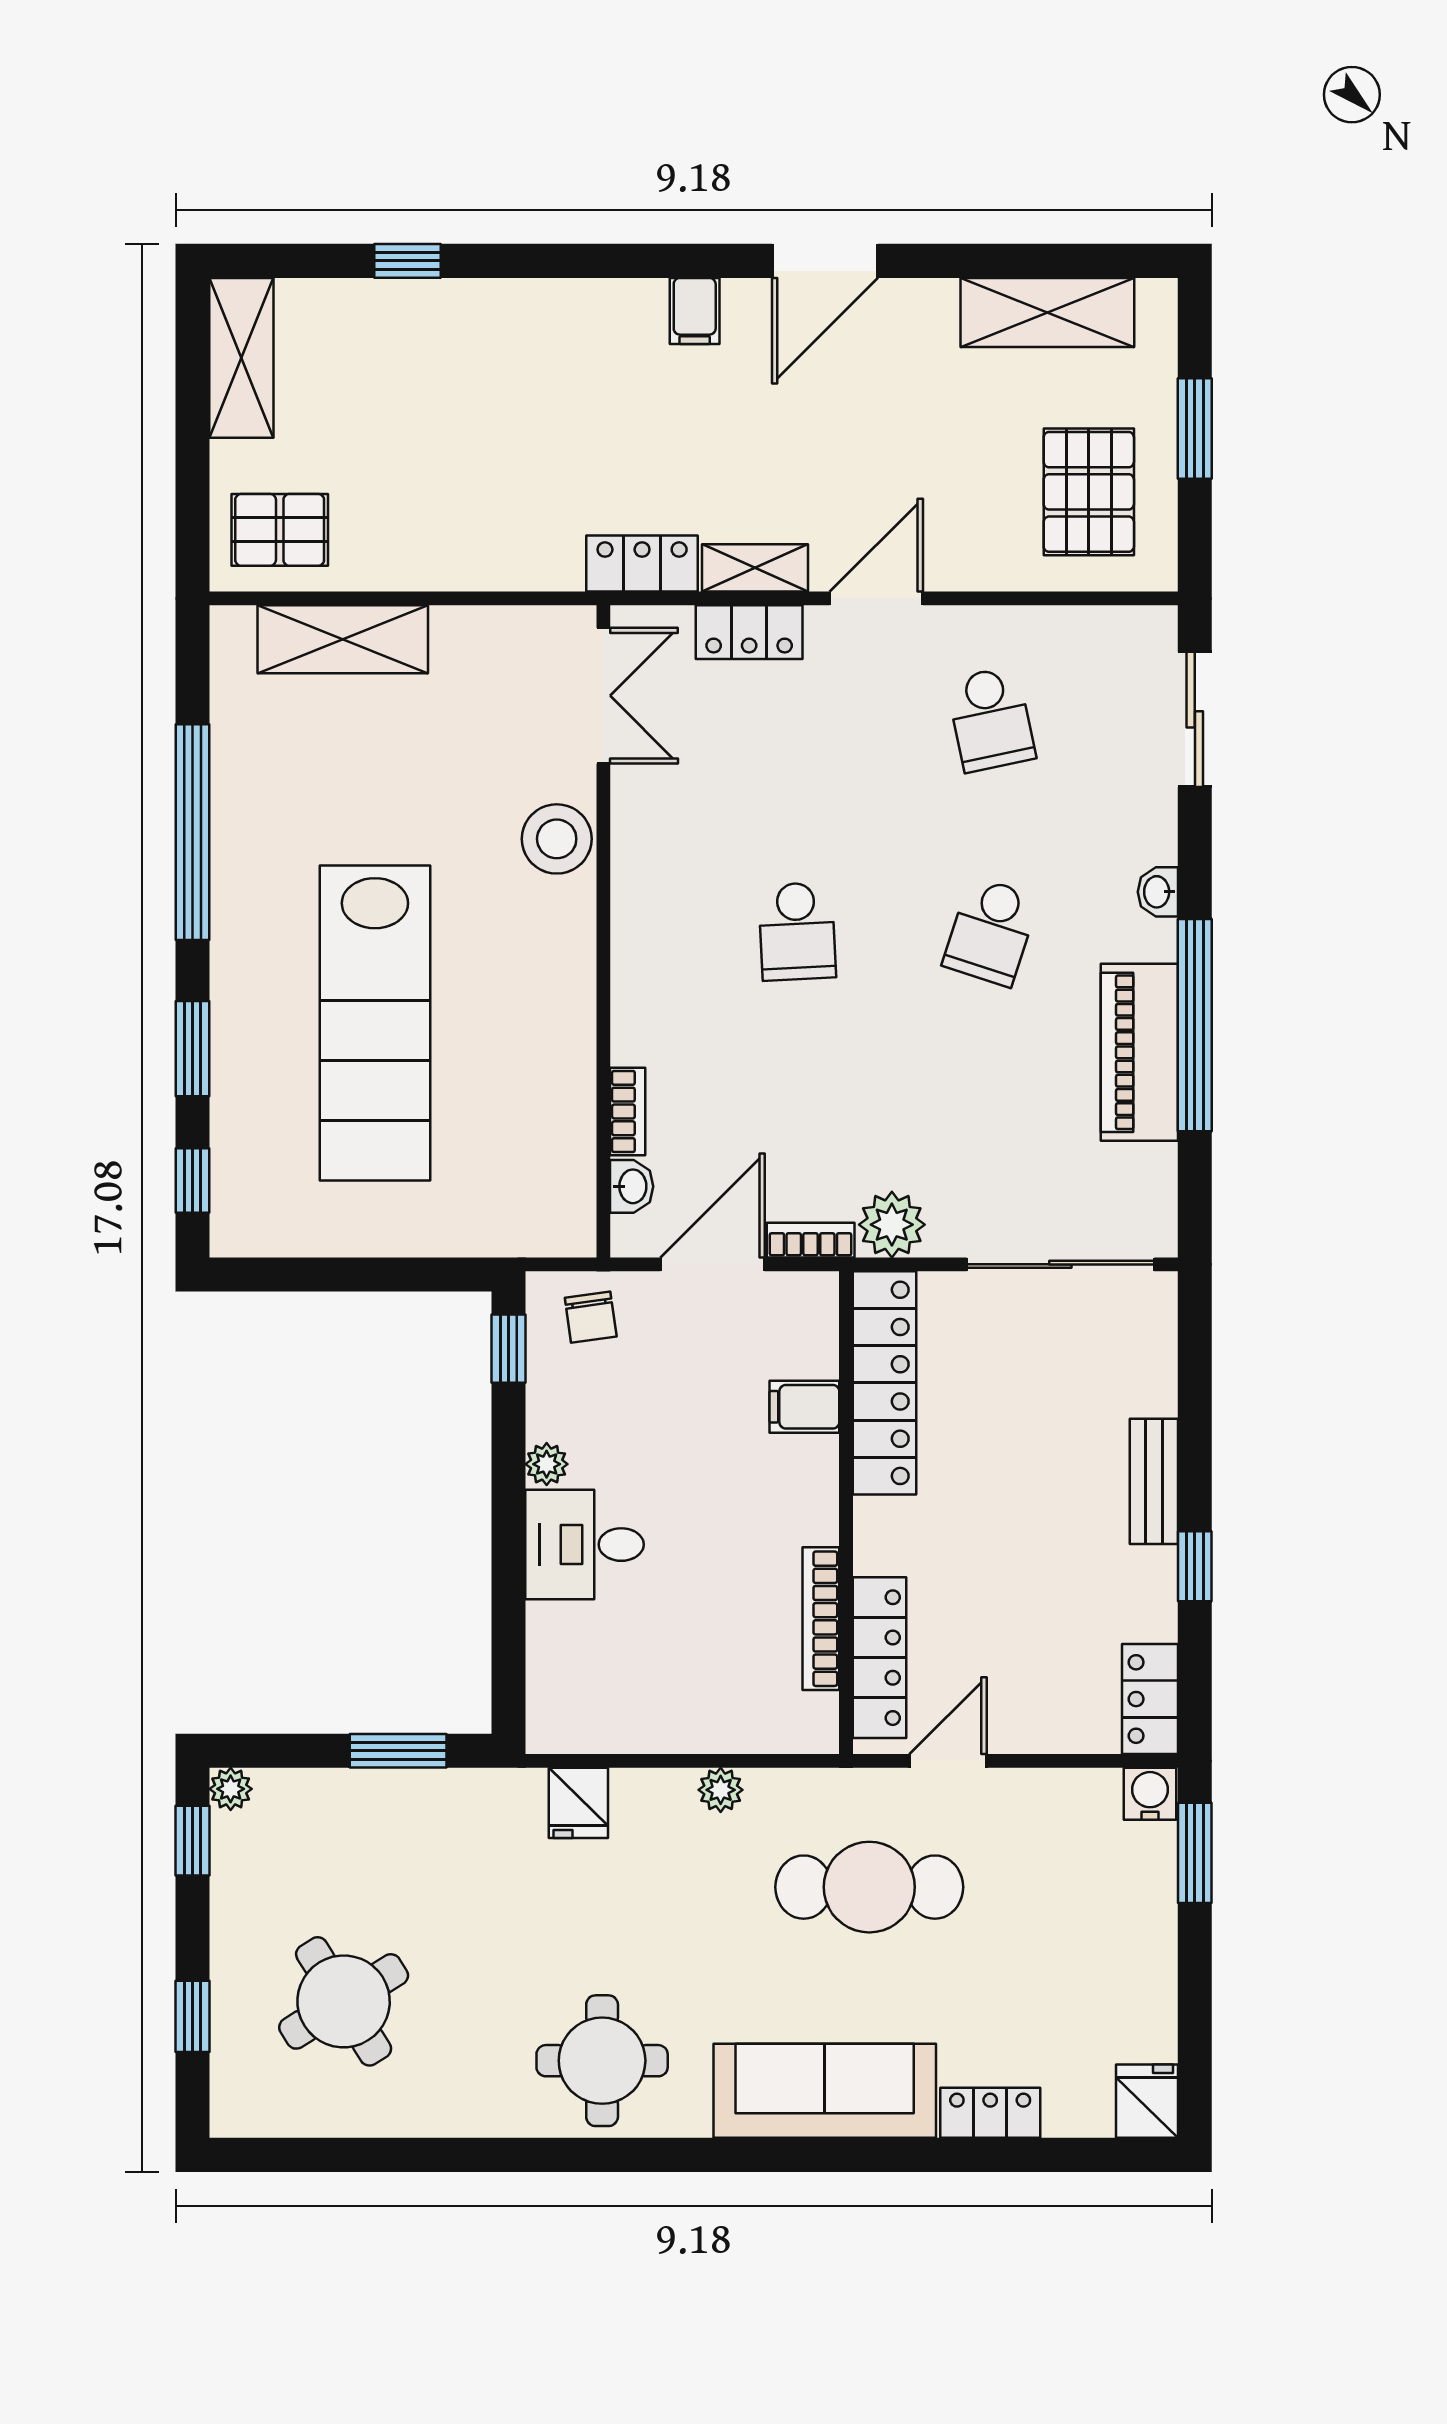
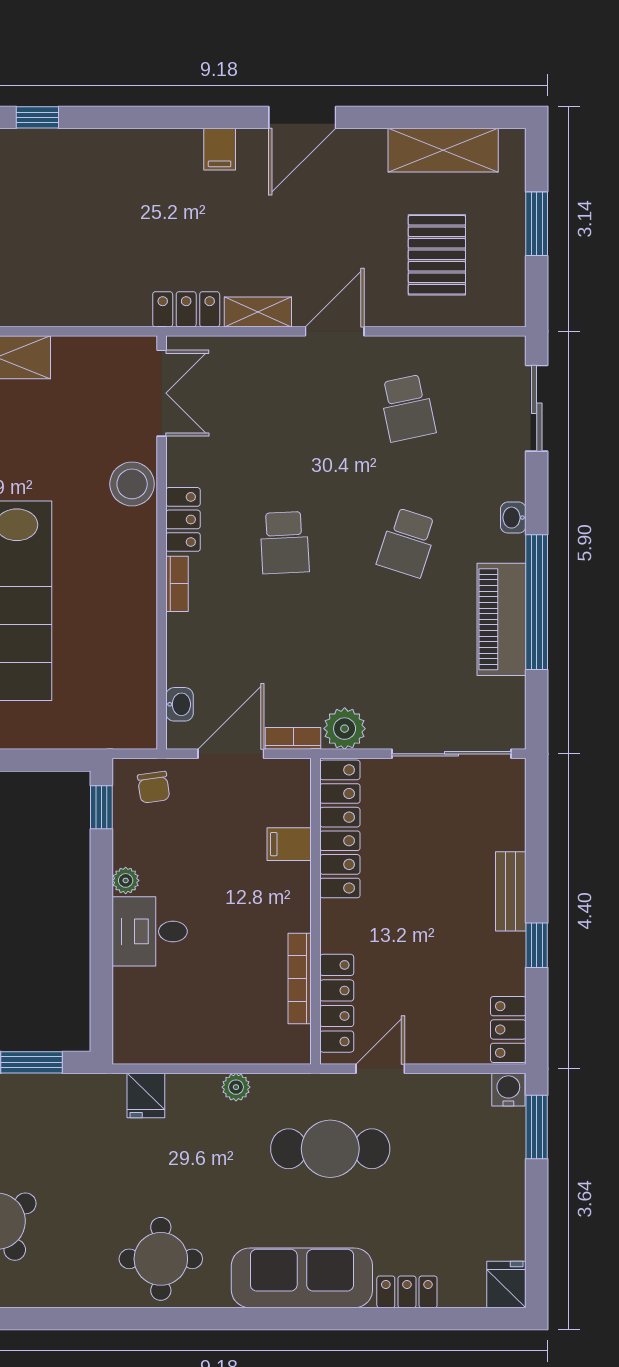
pallet: (1089, 492) -> (437, 255), moved
locker: (749, 632) -> (183, 519), moved, turned -90
bookcase: (628, 1111) -> (177, 584), moved

